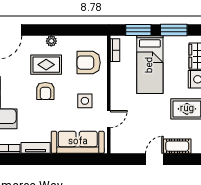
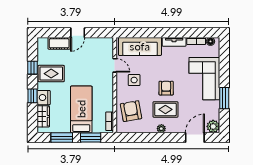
armchair: (89, 63) -> (131, 111), turned -100
door: (109, 119) -> (115, 65), swing flipped

